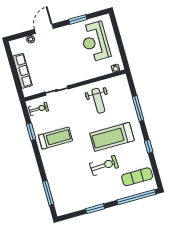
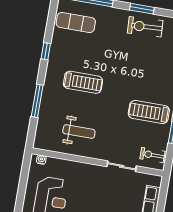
weight bench: (98, 101) -> (79, 132), turned 90
treadmill: (112, 137) -> (83, 82), width x0.73, depth x0.73
exercise bike: (104, 165) -> (145, 27), moved

